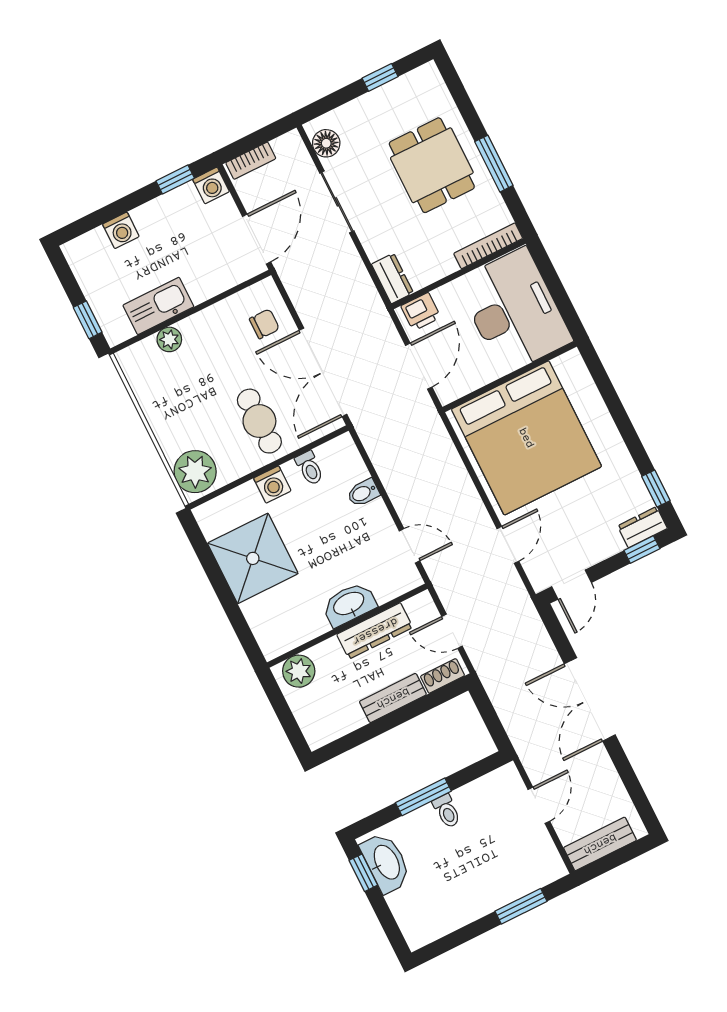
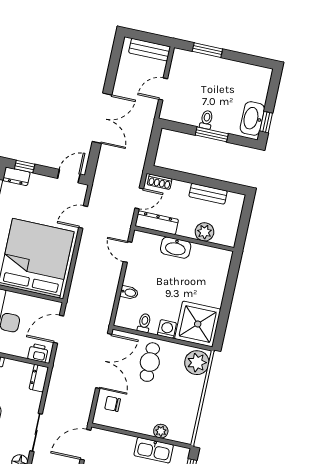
shower: (253, 558) -> (198, 324), moved
dresser: (375, 631) -> (157, 223), moved
door: (452, 631) -> (139, 198), hinge flipped
plant: (299, 671) -> (205, 232), moved
bench: (393, 698) -> (208, 194), moved

